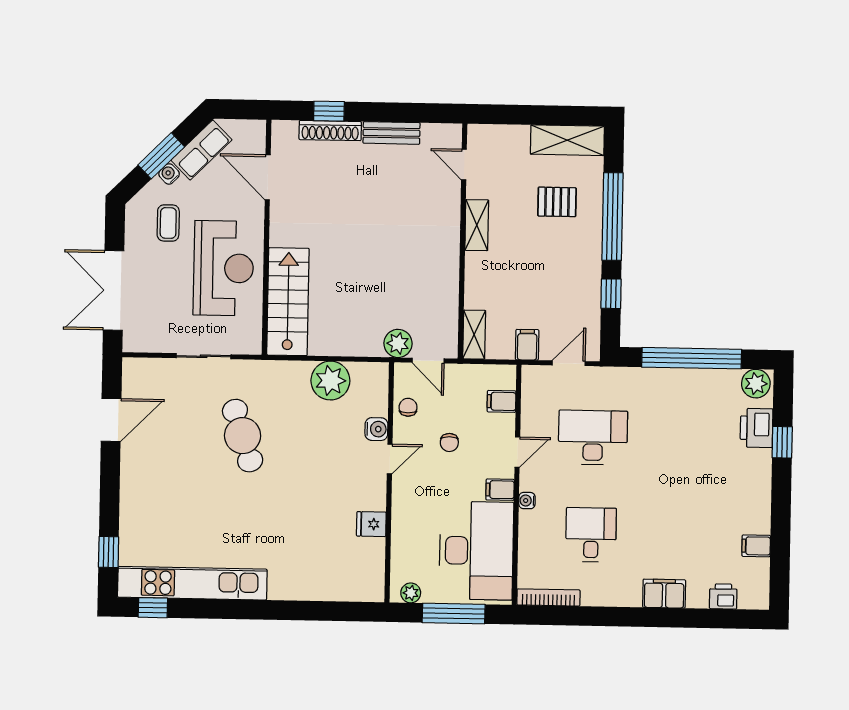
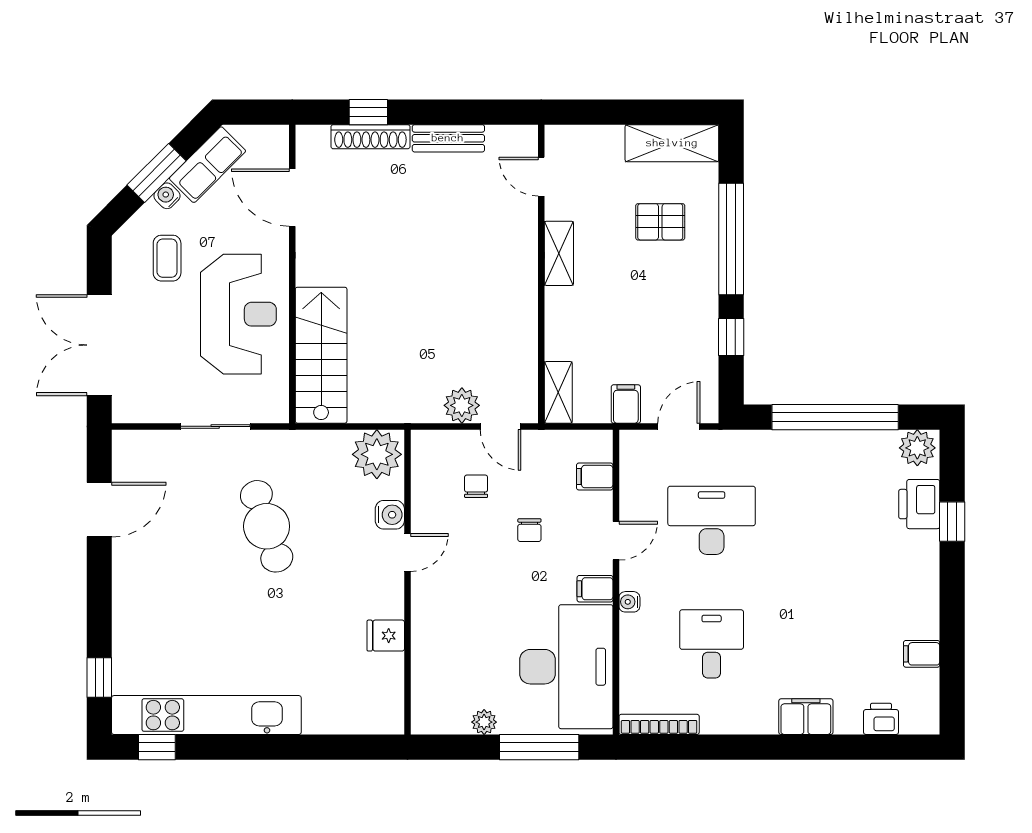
water cooler: (376, 429) -> (390, 515), moved
door: (390, 459) -> (407, 553), moved
wall: (389, 482) -> (407, 582), moved
fridge: (371, 524) -> (386, 636), moved

